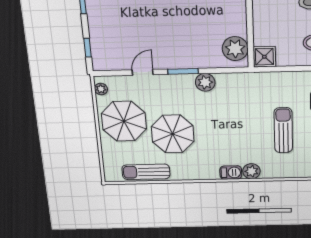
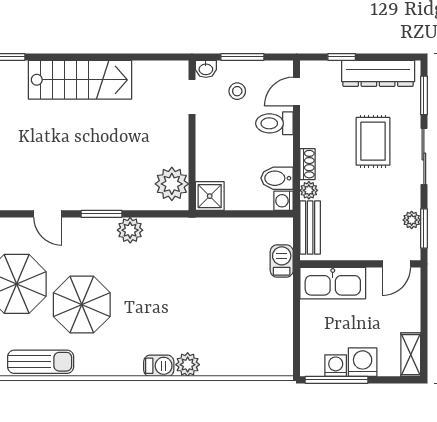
door: (143, 72) -> (48, 214), swing flipped
sun lounger: (283, 130) -> (233, 303), removed
sun lounger: (146, 172) -> (41, 362), turned 180

